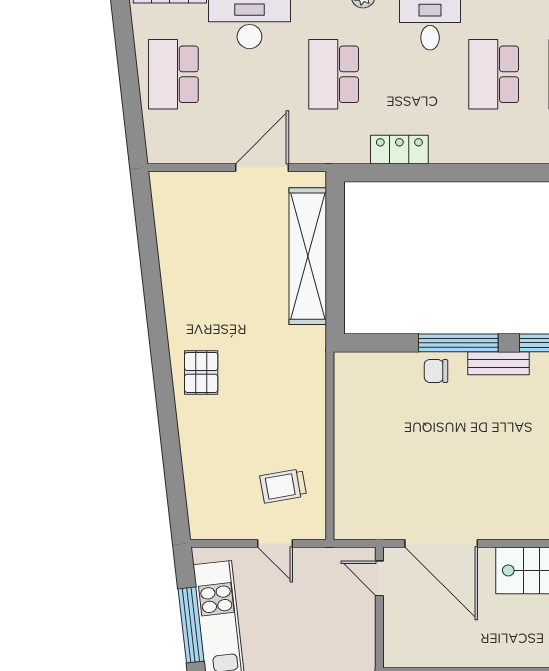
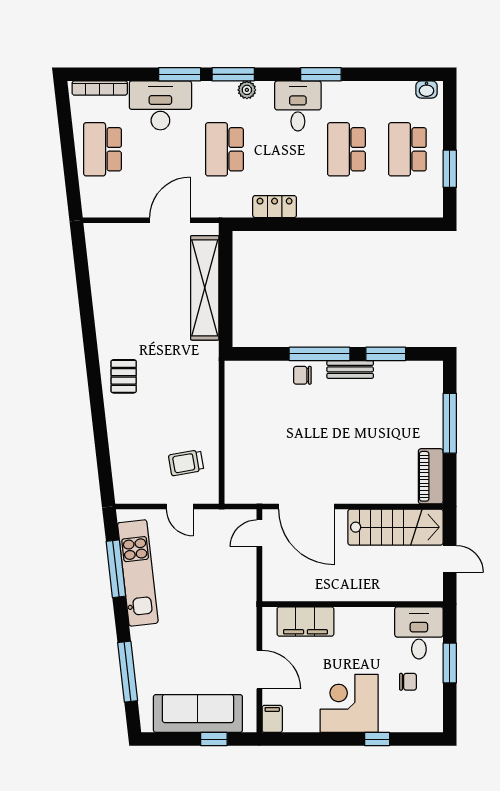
door: (379, 578) -> (259, 533), hinge flipped

